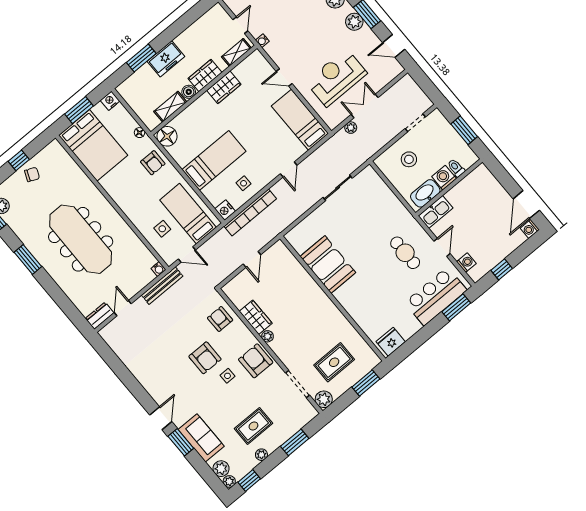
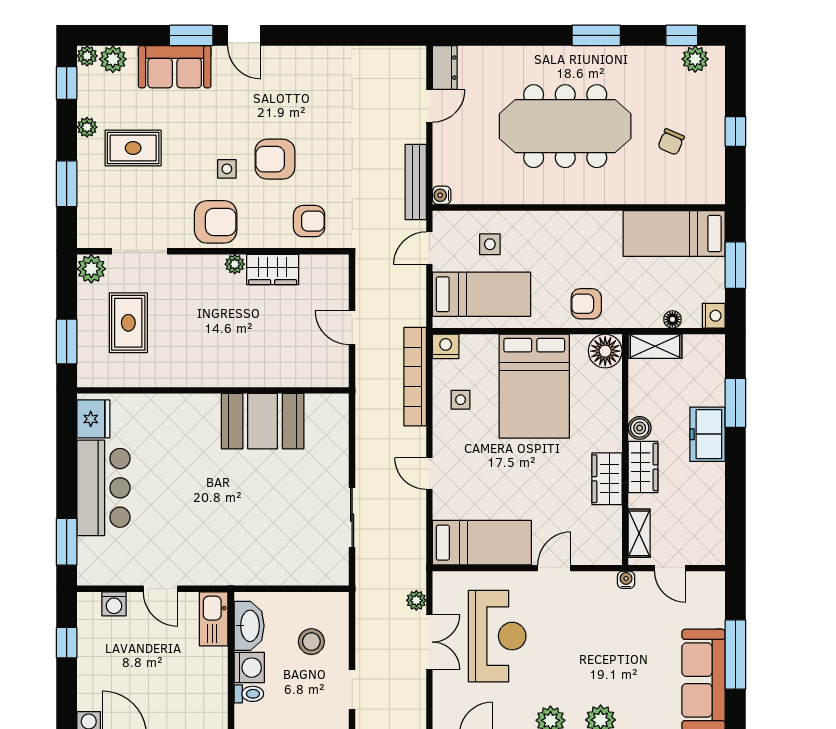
shelving: (170, 107) -> (655, 346), moved, turned 90
floor lamp: (140, 133) -> (672, 319), moved
bed: (93, 145) -> (674, 234), width x0.67
bed: (214, 160) -> (534, 386), width x1.50
chair: (32, 174) -> (671, 142), moved
cafe table: (405, 253) -> (194, 535), removed
bar counter: (436, 296) -> (104, 488), moved
door: (123, 308) -> (429, 106), hinge flipped
rug: (253, 426) -> (133, 148), turned 90

